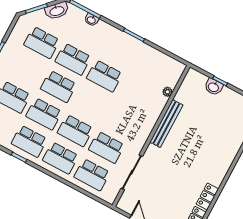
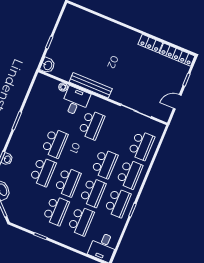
school desk: (42, 42) -> (56, 211), moved
washbasin: (214, 87) -> (48, 65), moved
desk: (150, 104) -> (75, 101), added
school desk: (107, 147) -> (91, 125), moved

